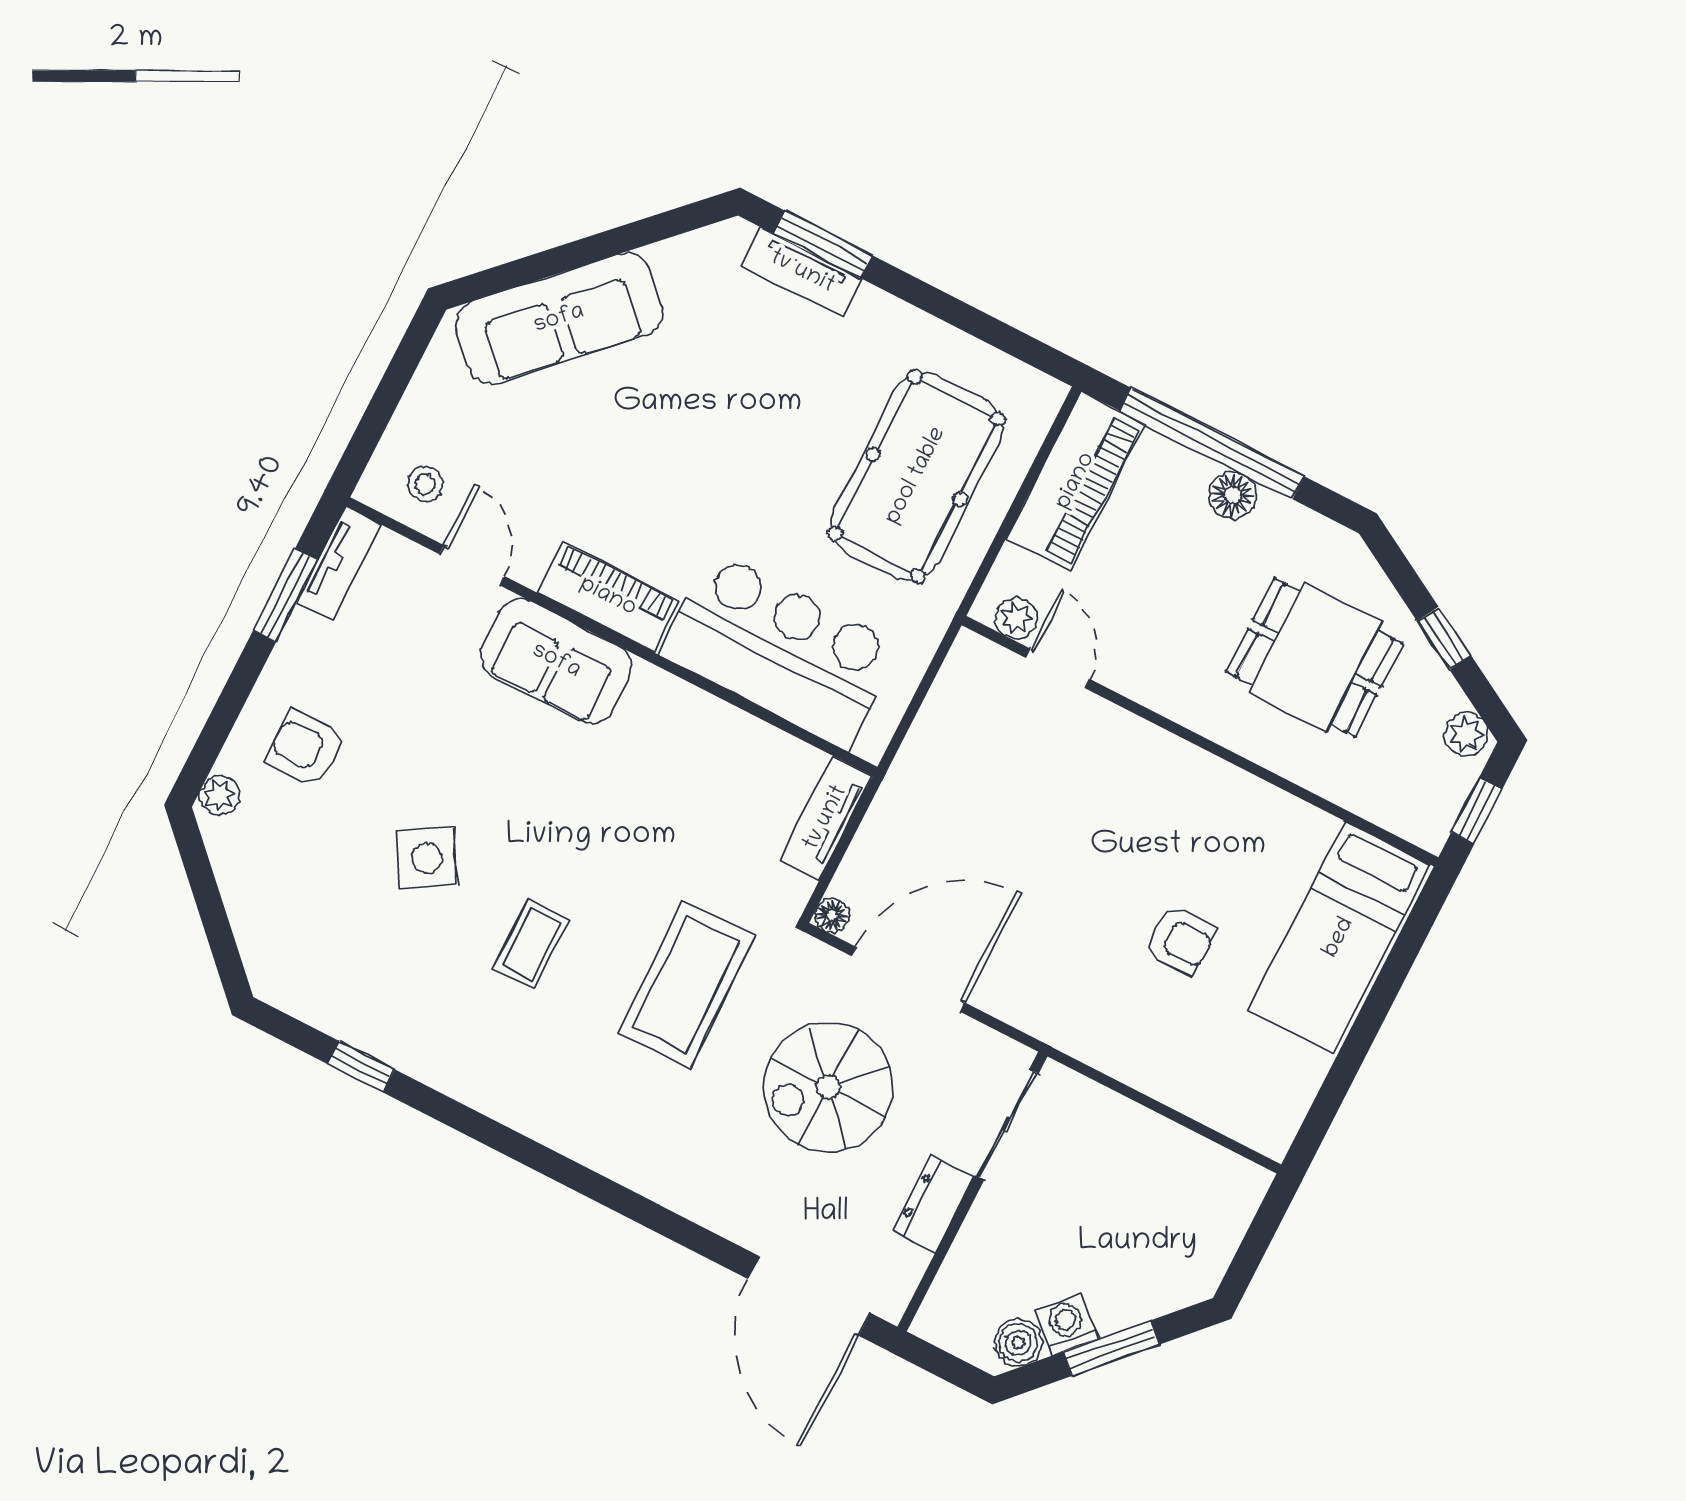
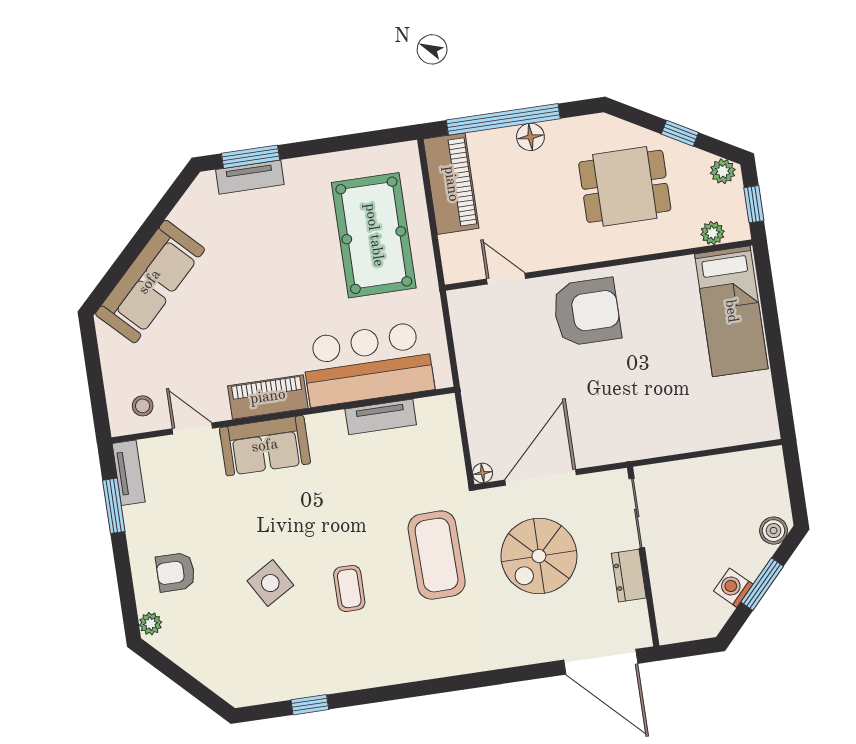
plant: (1016, 618) -> (712, 233), moved
tv unit: (826, 818) -> (381, 417), moved, turned -90
armchair: (1180, 940) -> (587, 312), moved, width x1.88, depth x1.88
boiler: (1018, 1343) -> (774, 531), moved

